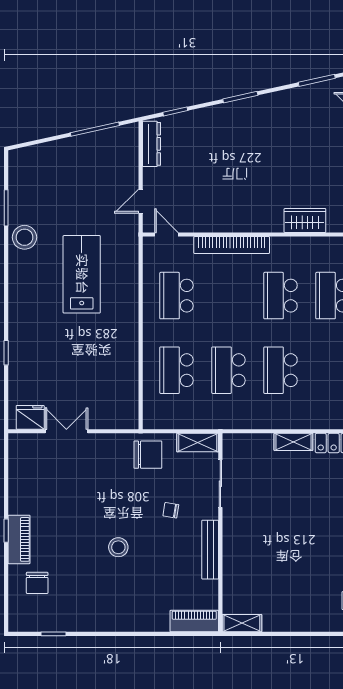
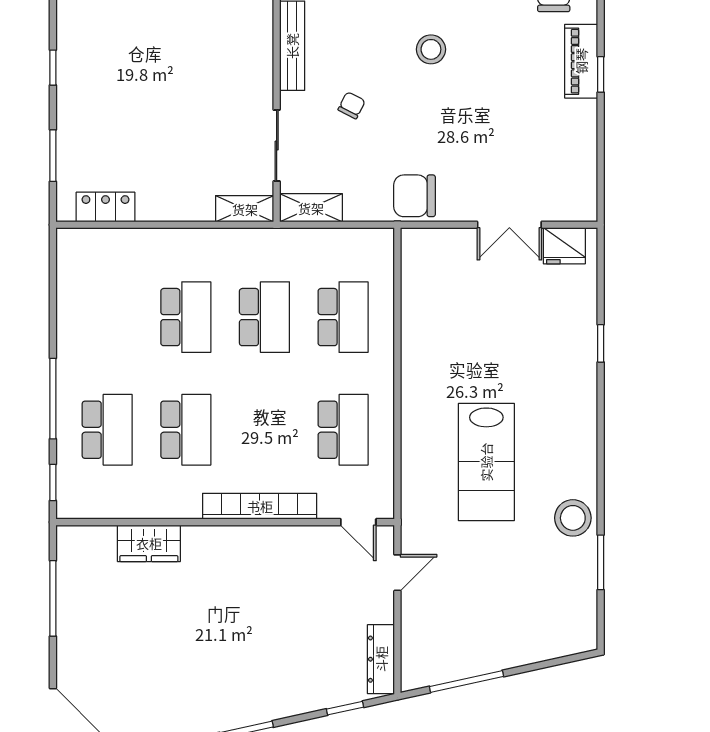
shelving: (293, 442) -> (245, 209), moved
chair: (148, 455) -> (414, 196), moved
chair: (171, 510) -> (352, 105), turned -72

